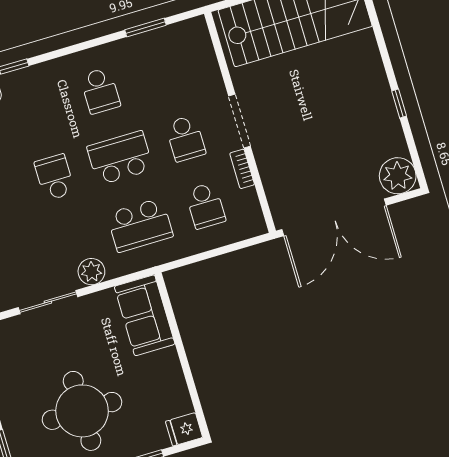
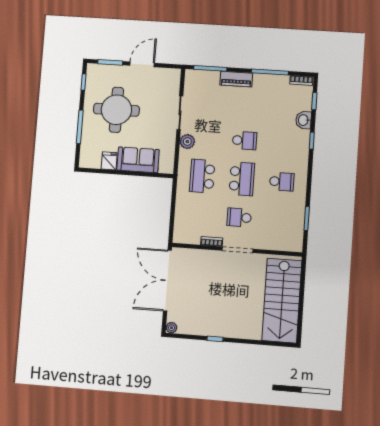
school desk: (100, 91) -> (282, 182), turned 180
plant: (398, 176) -> (172, 328), width x0.53, depth x0.53
school desk: (205, 206) -> (199, 215), removed
sofa: (145, 315) -> (138, 160), moved
fridge: (184, 429) -> (109, 161), moved

